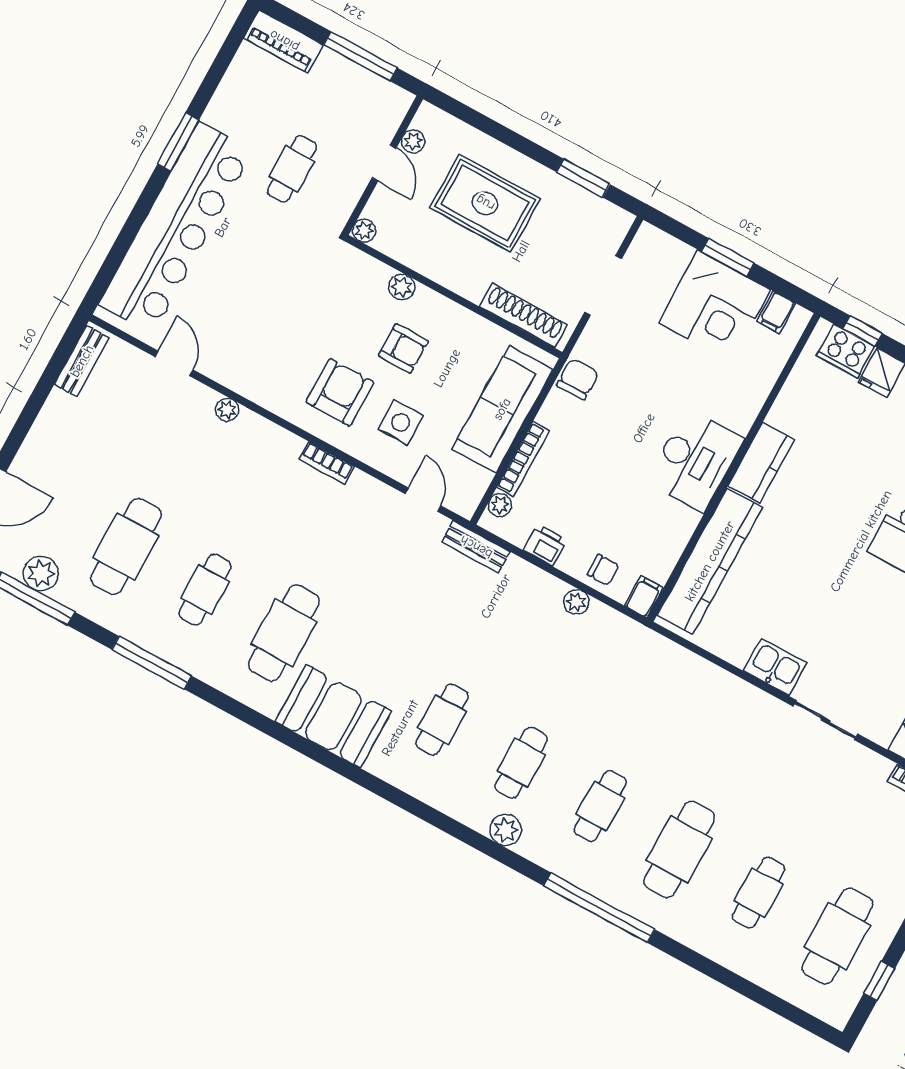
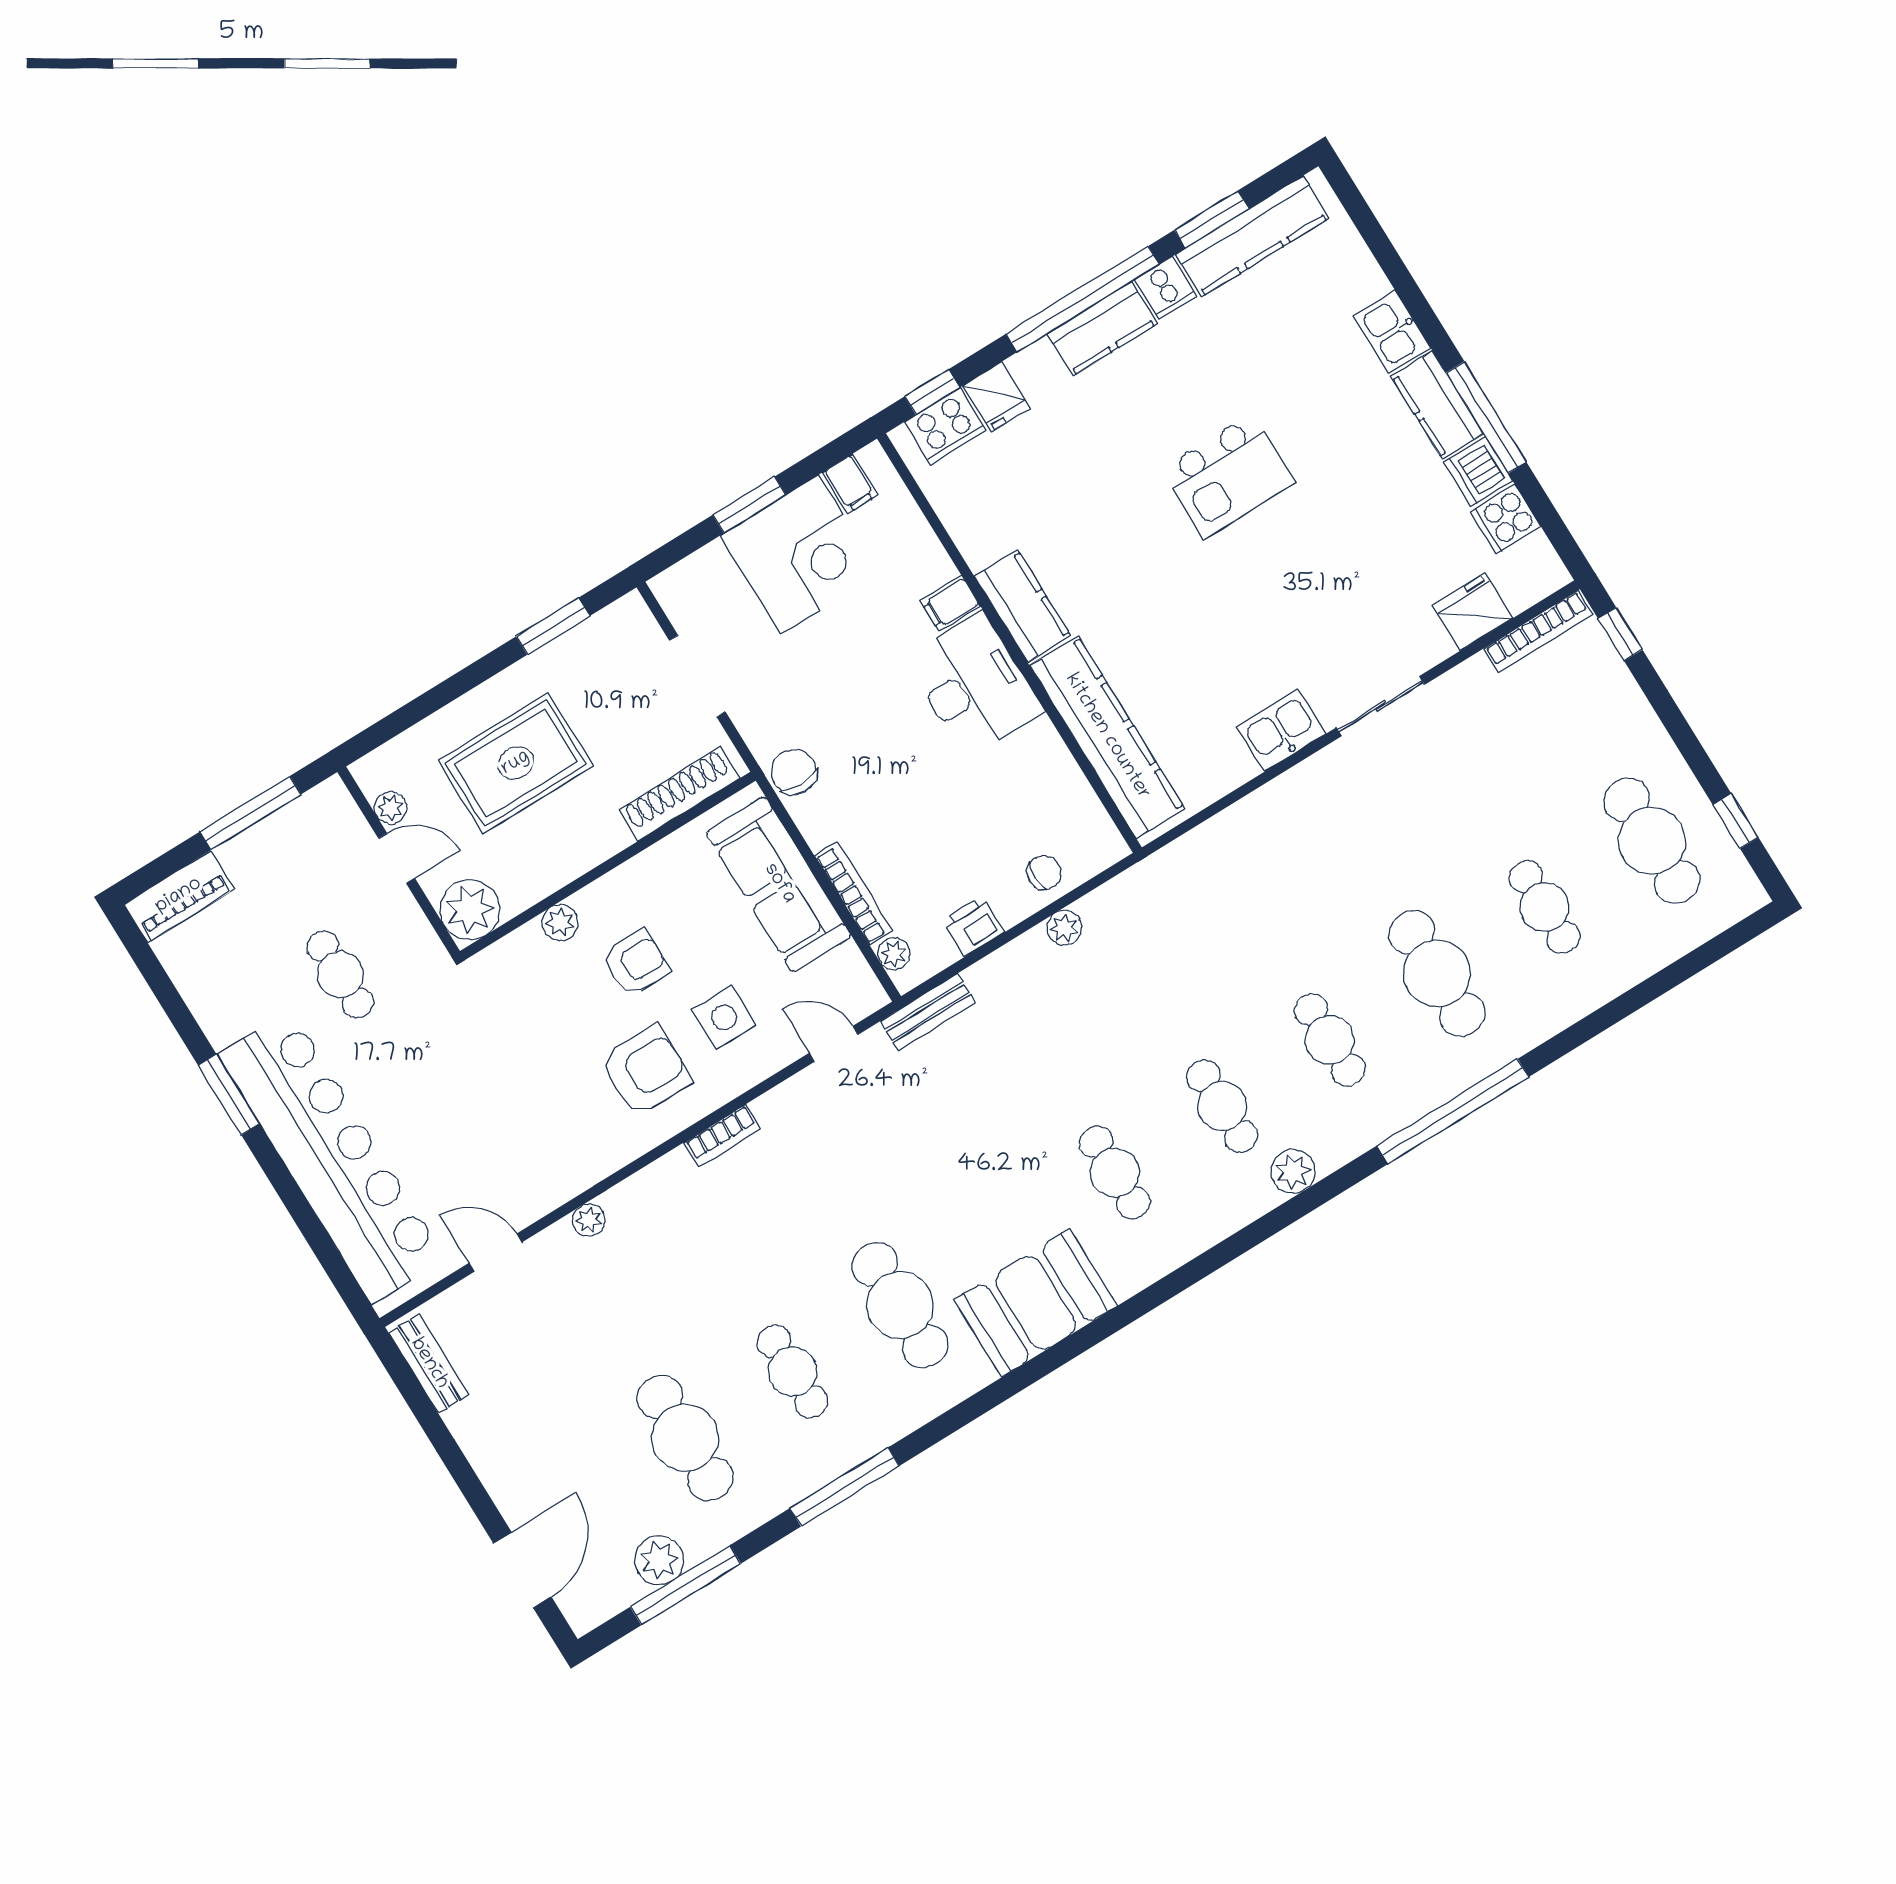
plant: (364, 230) -> (470, 910), width x1.87, depth x1.87
armchair: (340, 392) -> (645, 1071), turned 90
filing cabinet: (644, 597) -> (950, 604), moved, turned -90

